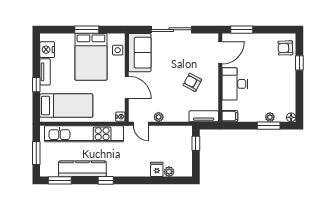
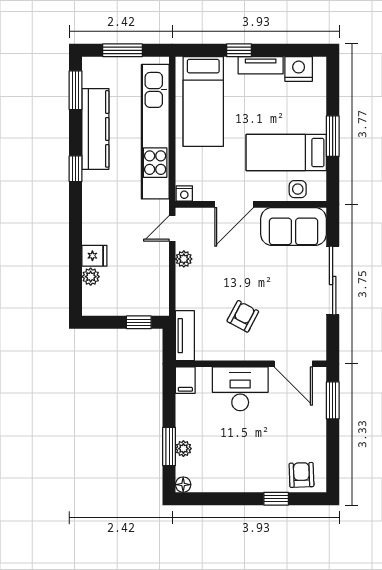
bed: (91, 57) -> (286, 153), width x0.67

